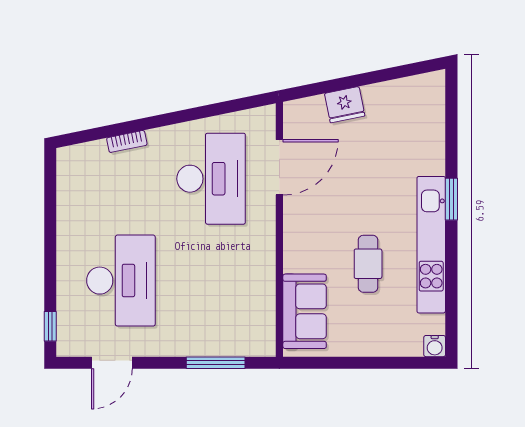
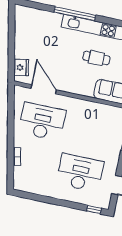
fridge: (345, 105) -> (21, 68), moved
window: (451, 199) -> (75, 14), width x2.11

